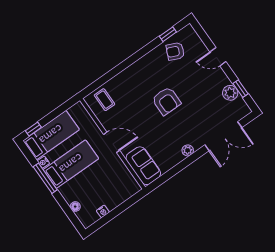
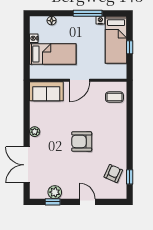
door: (218, 57) -> (87, 202), hinge flipped
window: (33, 129) -> (130, 47), moved
bed: (71, 164) -> (53, 54), moved, turned -90

